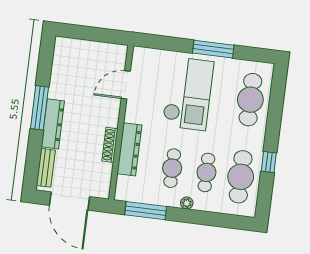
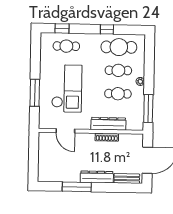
window: (213, 49) -> (35, 93), moved
checkout: (188, 94) -> (67, 88), turned 90
window: (277, 96) -> (62, 28), added
cafe table: (250, 100) -> (66, 46), width x0.73, depth x0.74
window: (40, 108) -> (77, 187), moved

